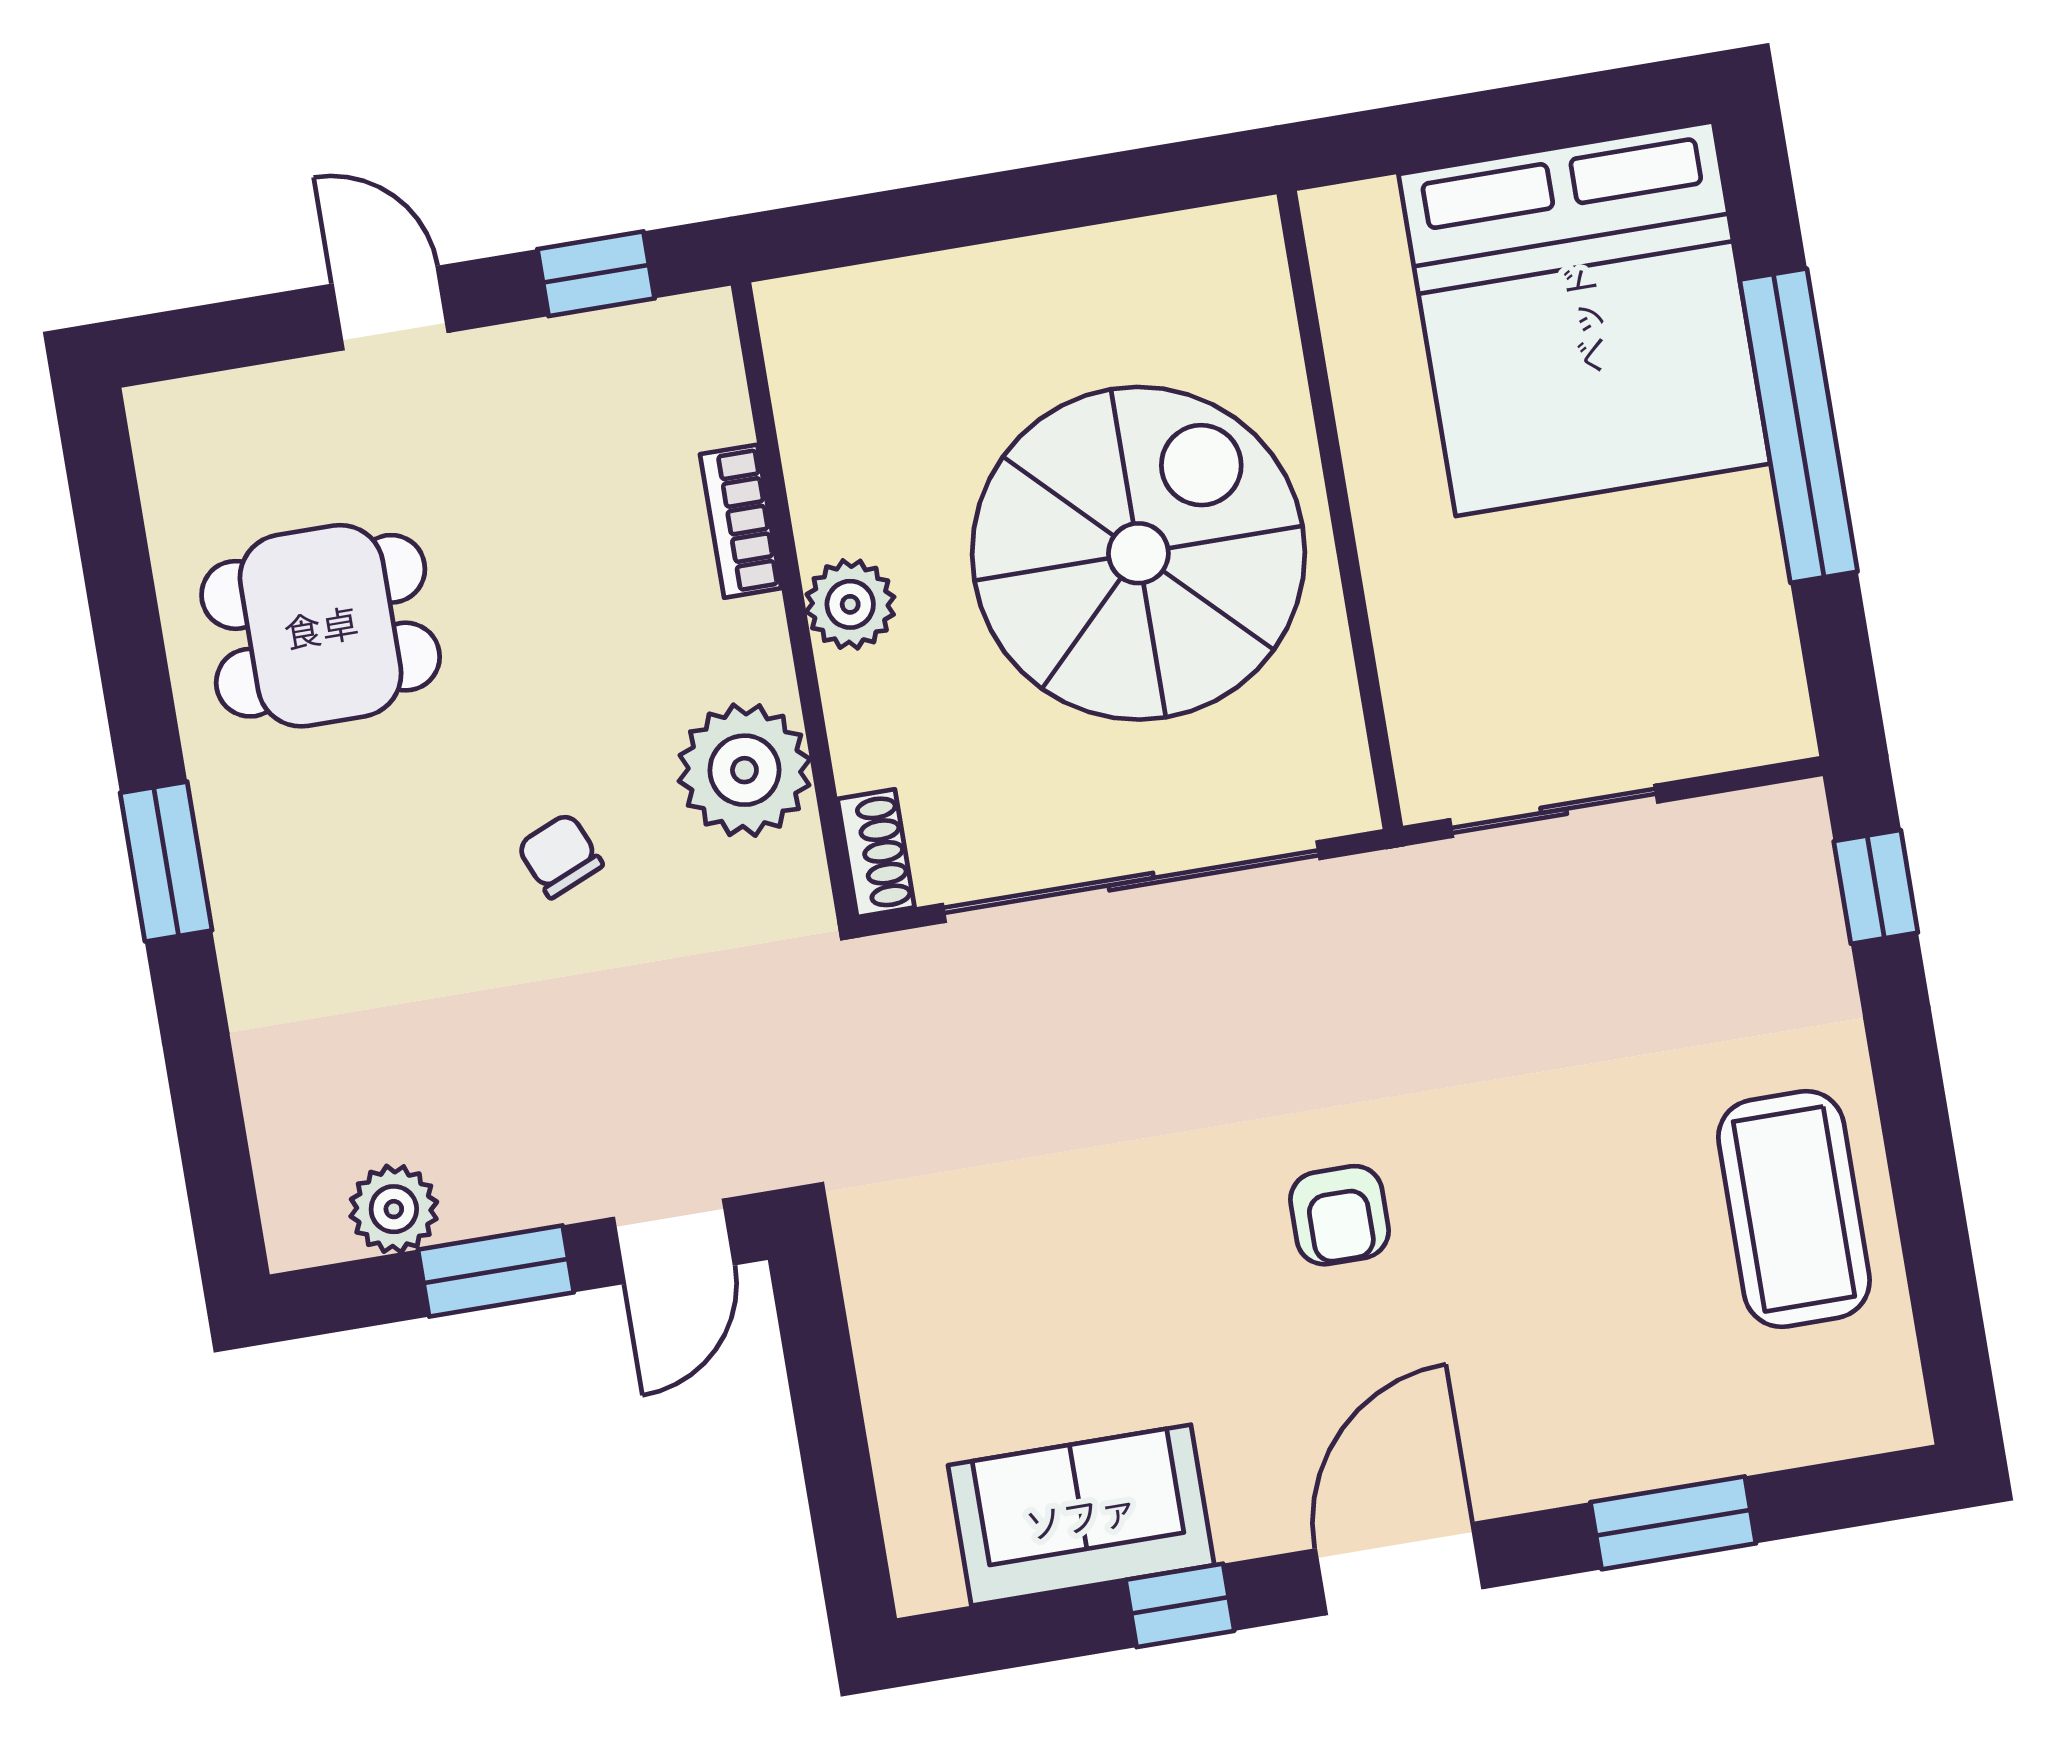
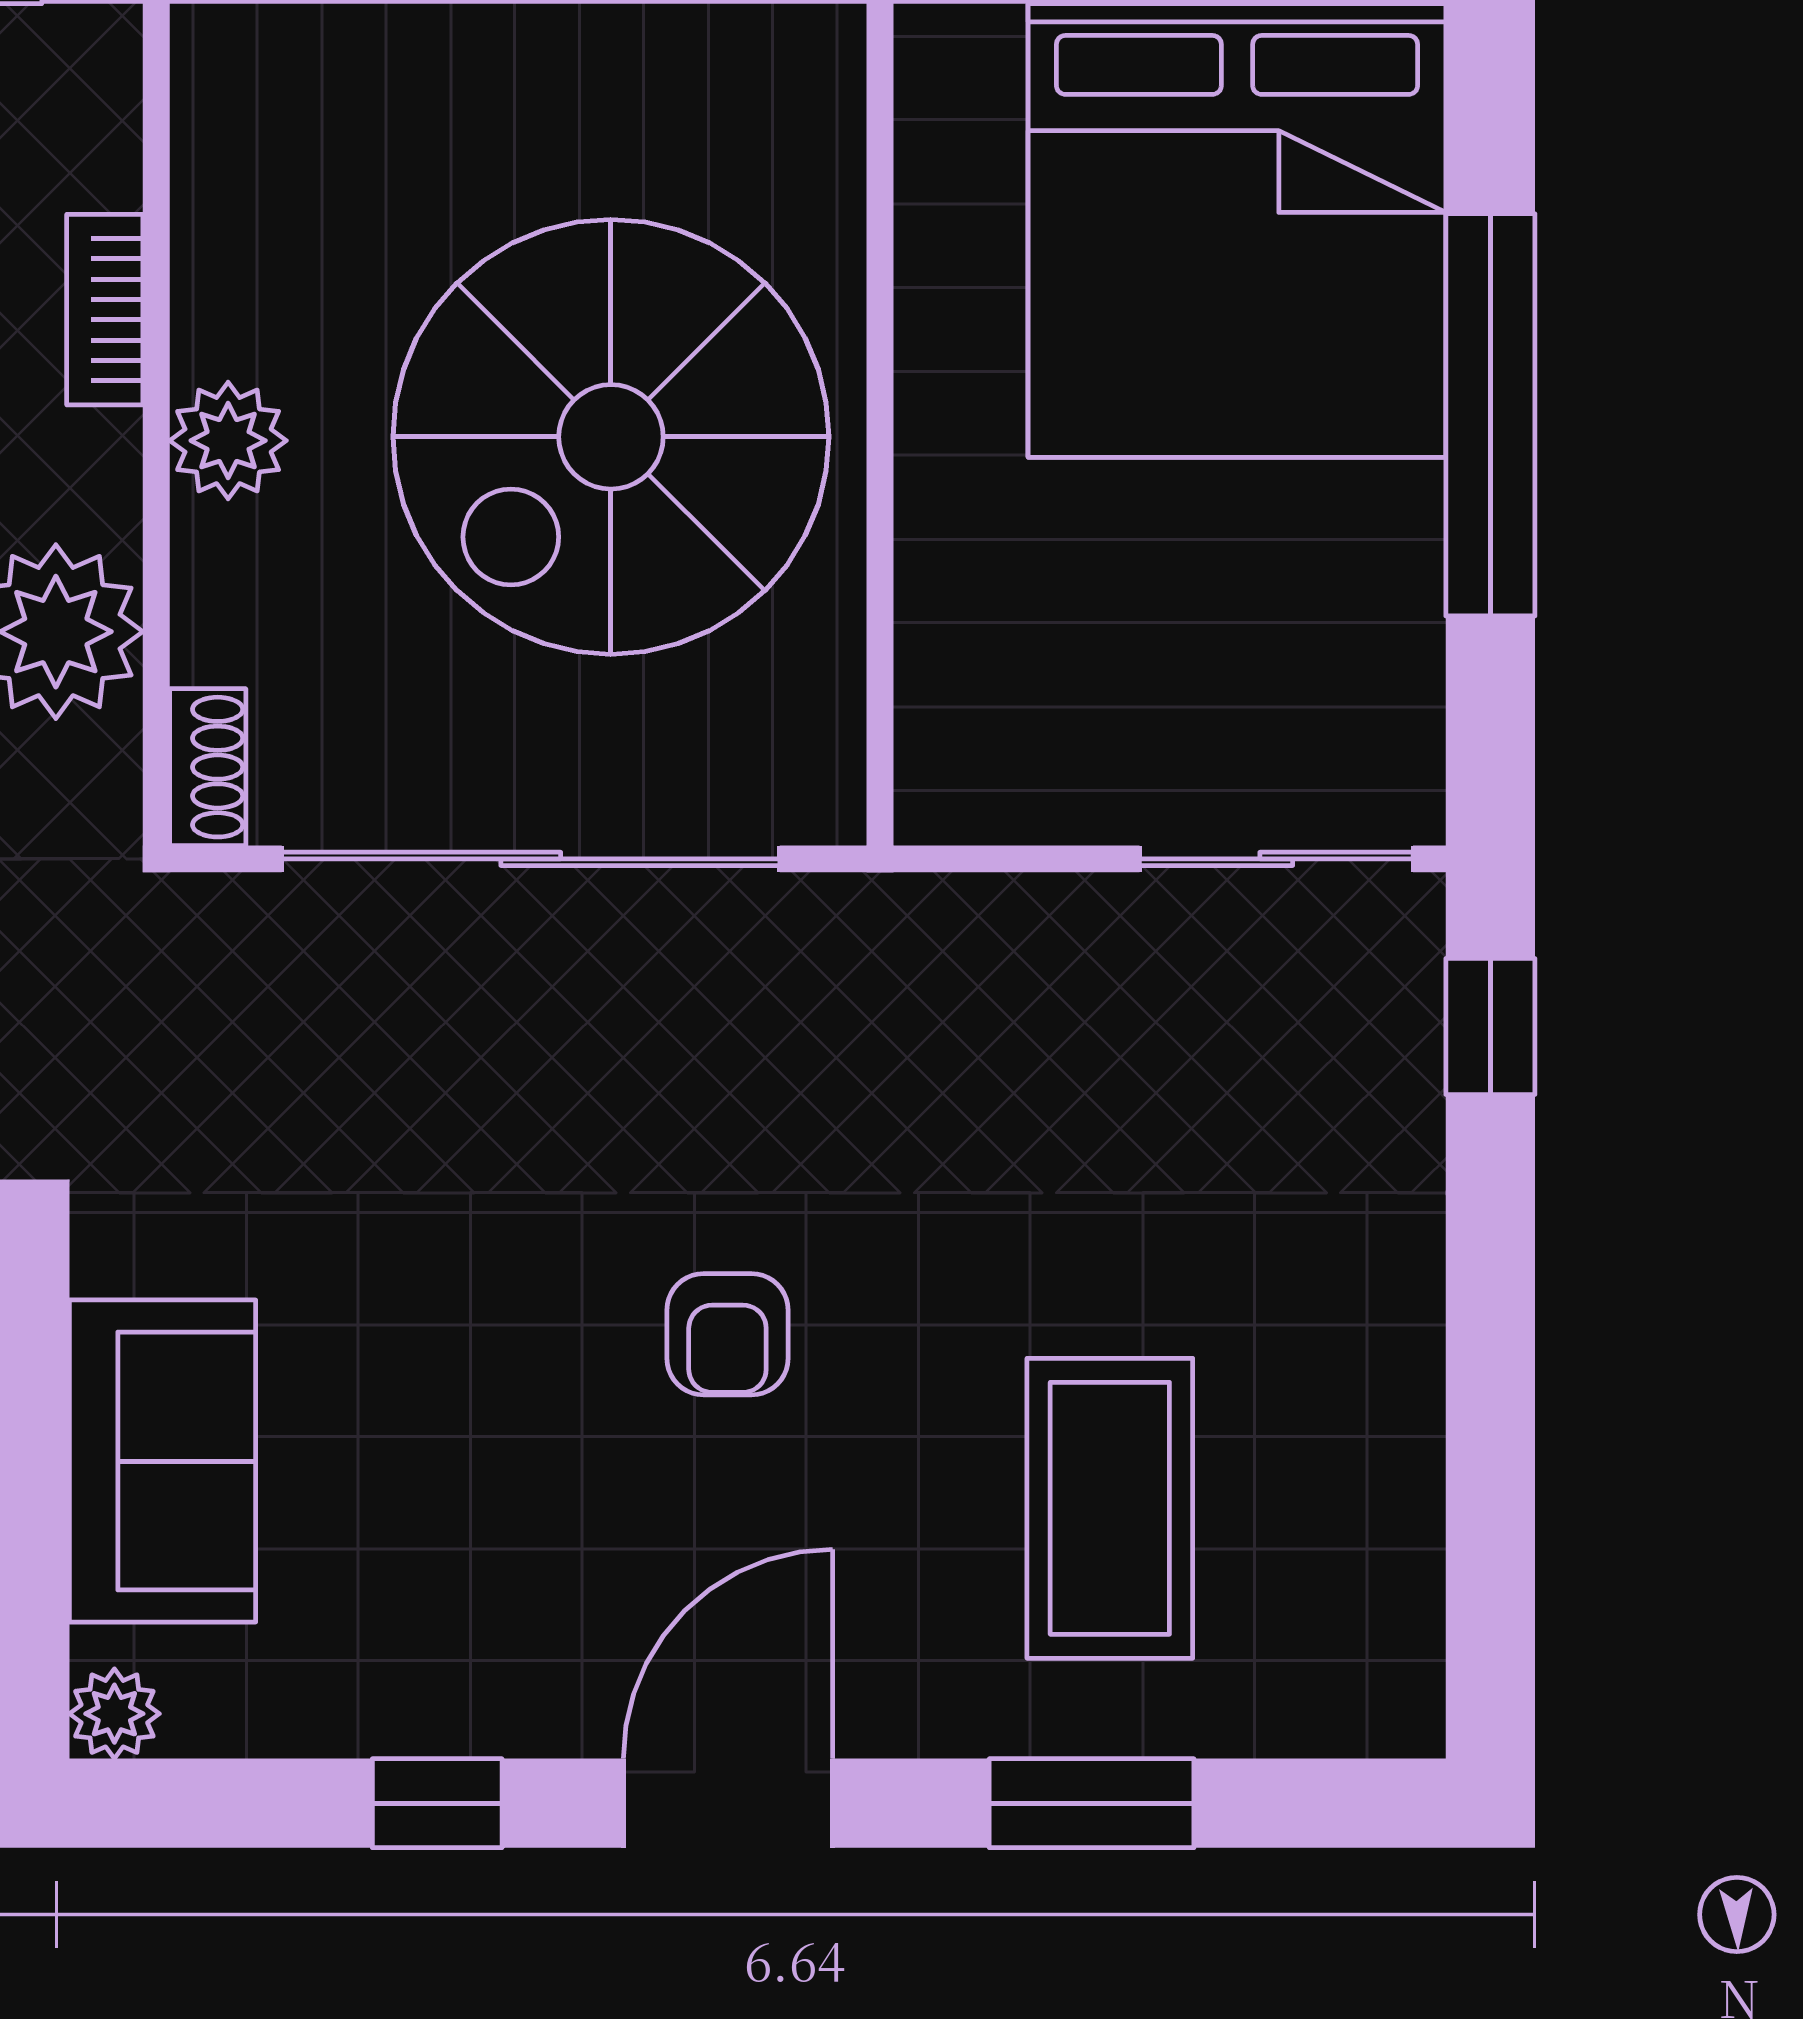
spiral stairs: (1138, 553) -> (611, 437), turned 180
sliding door: (1554, 811) -> (1276, 859), moved
coffee table: (1794, 1209) -> (1110, 1508), moved
sofa: (1081, 1515) -> (163, 1461), moved, turned 90
plant: (925, 1579) -> (114, 1714), added

